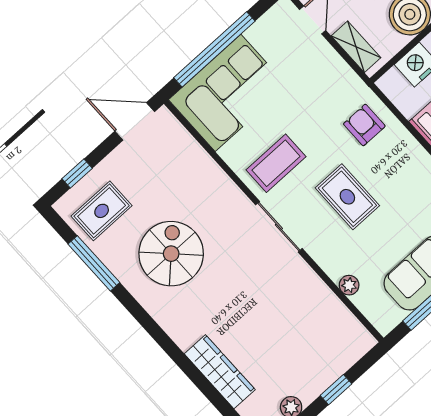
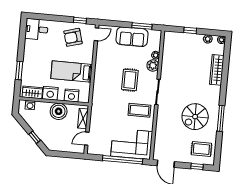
armchair: (364, 125) -> (104, 95), removed
window: (94, 263) -> (221, 118), moved
plant: (335, 263) -> (153, 66), added

